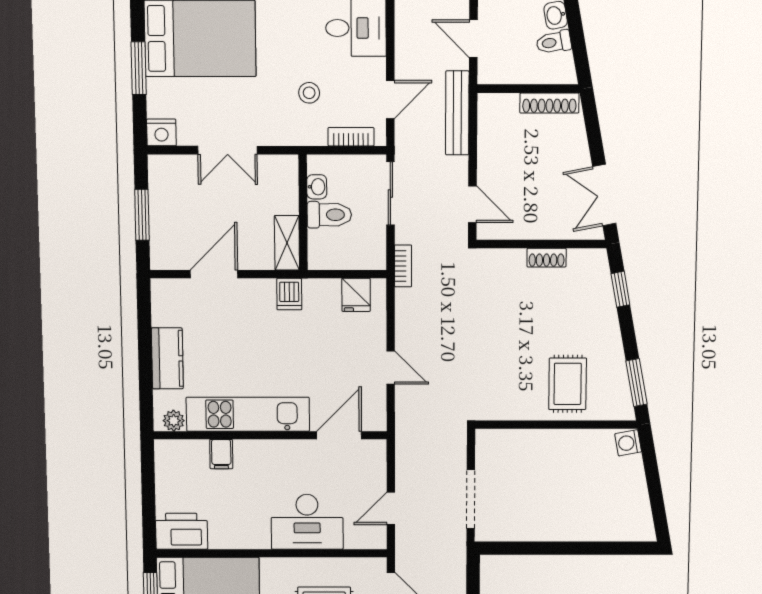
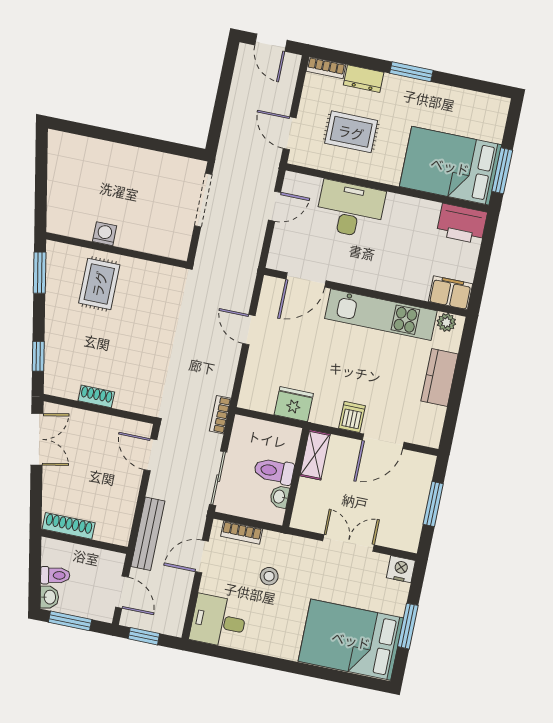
dishwasher: (289, 294) -> (352, 417), moved
fridge: (356, 295) -> (294, 404), moved, width x1.38
washing machine: (628, 443) -> (105, 234), moved, turned -79
filing cabinet: (221, 454) -> (451, 293), moved, width x2.00

